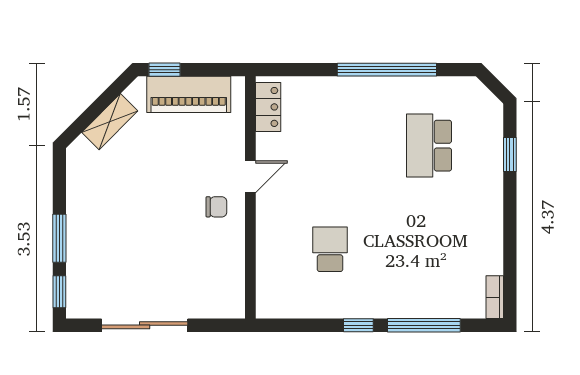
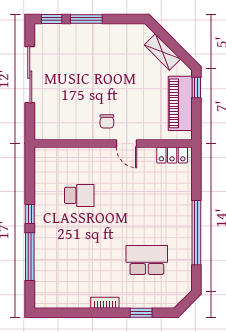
bookcase: (495, 297) -> (105, 303), moved

